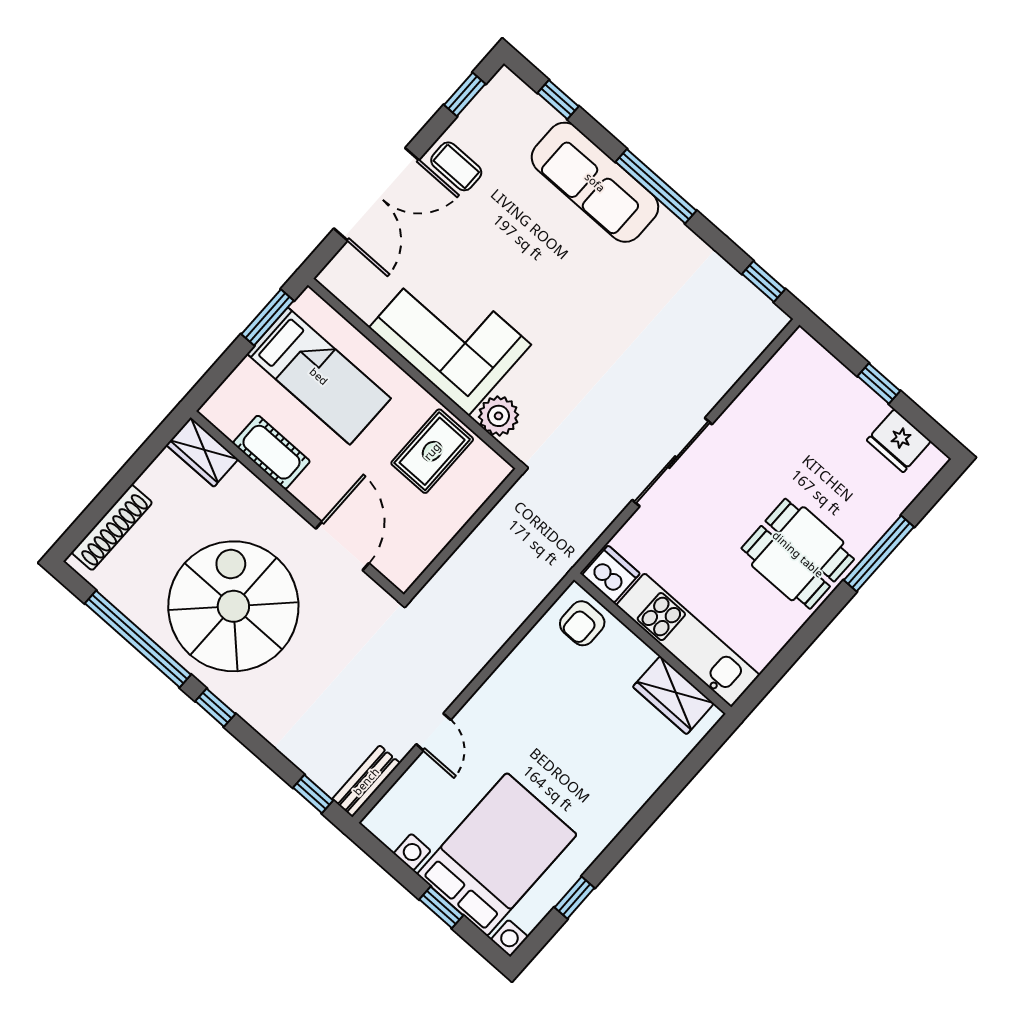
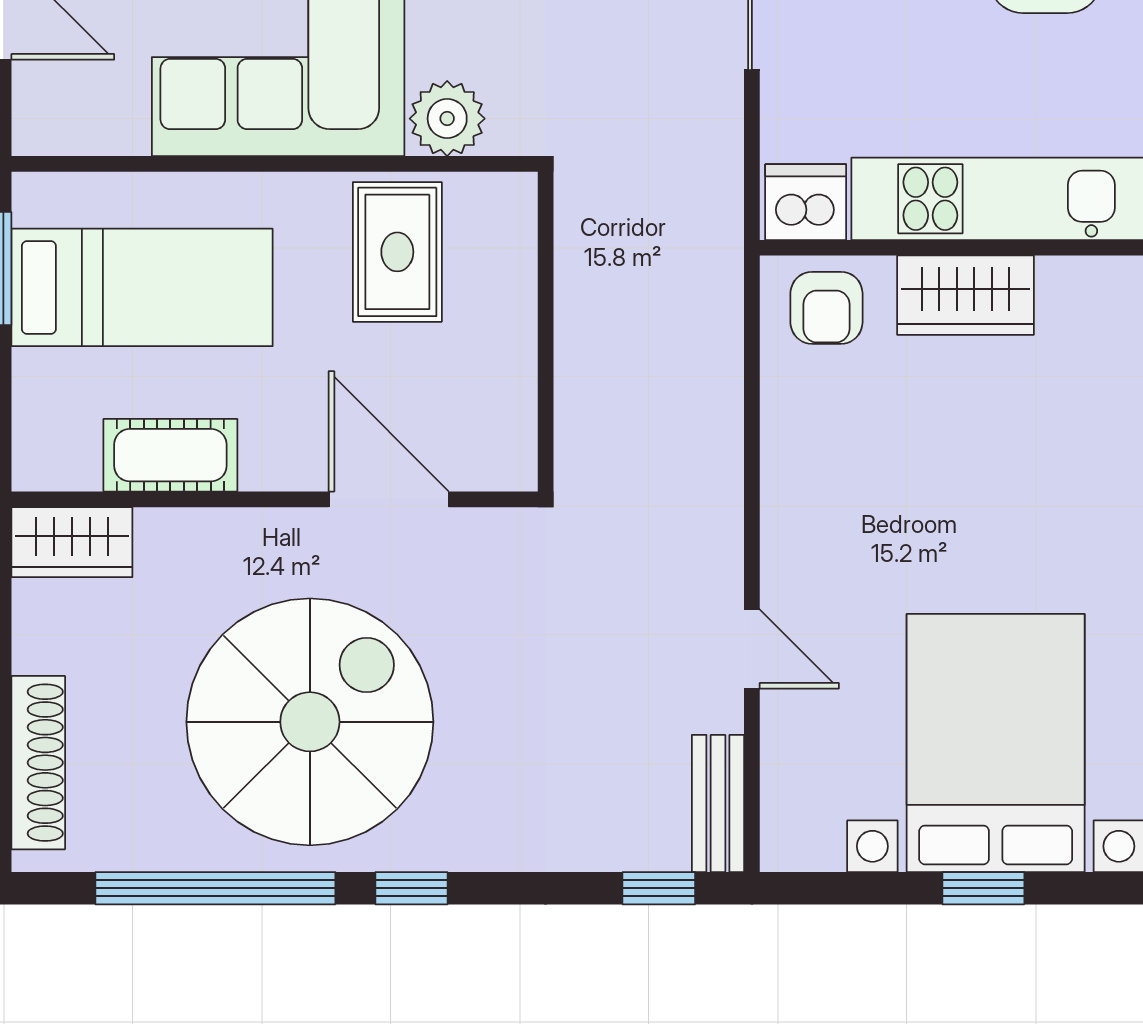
spiral stairs: (233, 606) -> (310, 722), turned 90
wardrobe: (673, 695) -> (966, 295), moved

